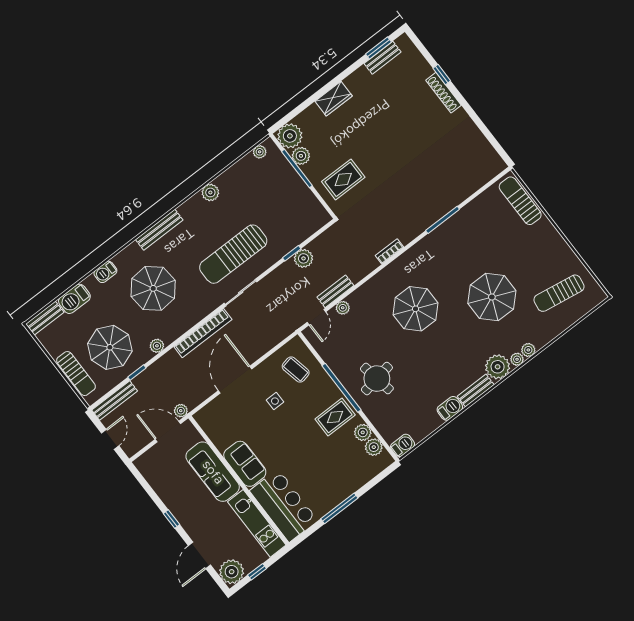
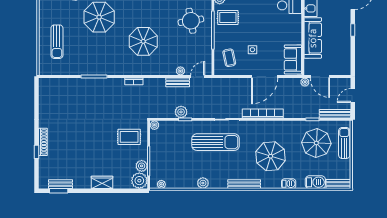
sun lounger: (520, 201) -> (57, 42), moved
plant: (157, 346) -> (154, 125), moved
sofa: (245, 464) -> (293, 59), moved

